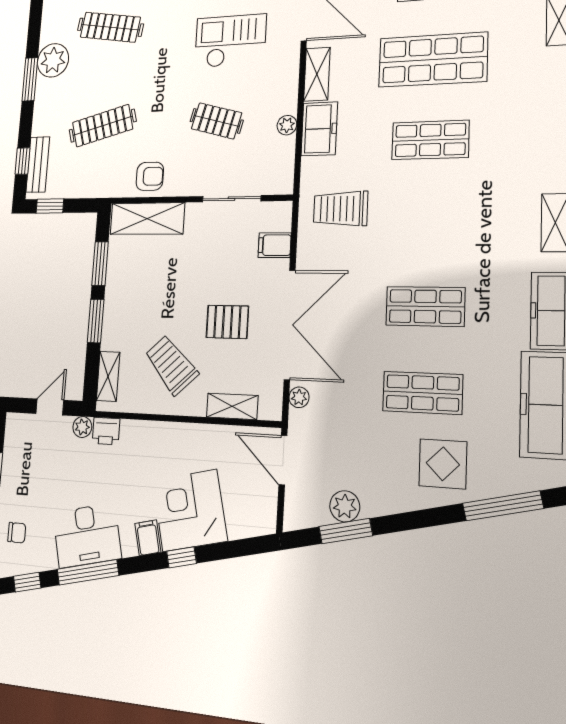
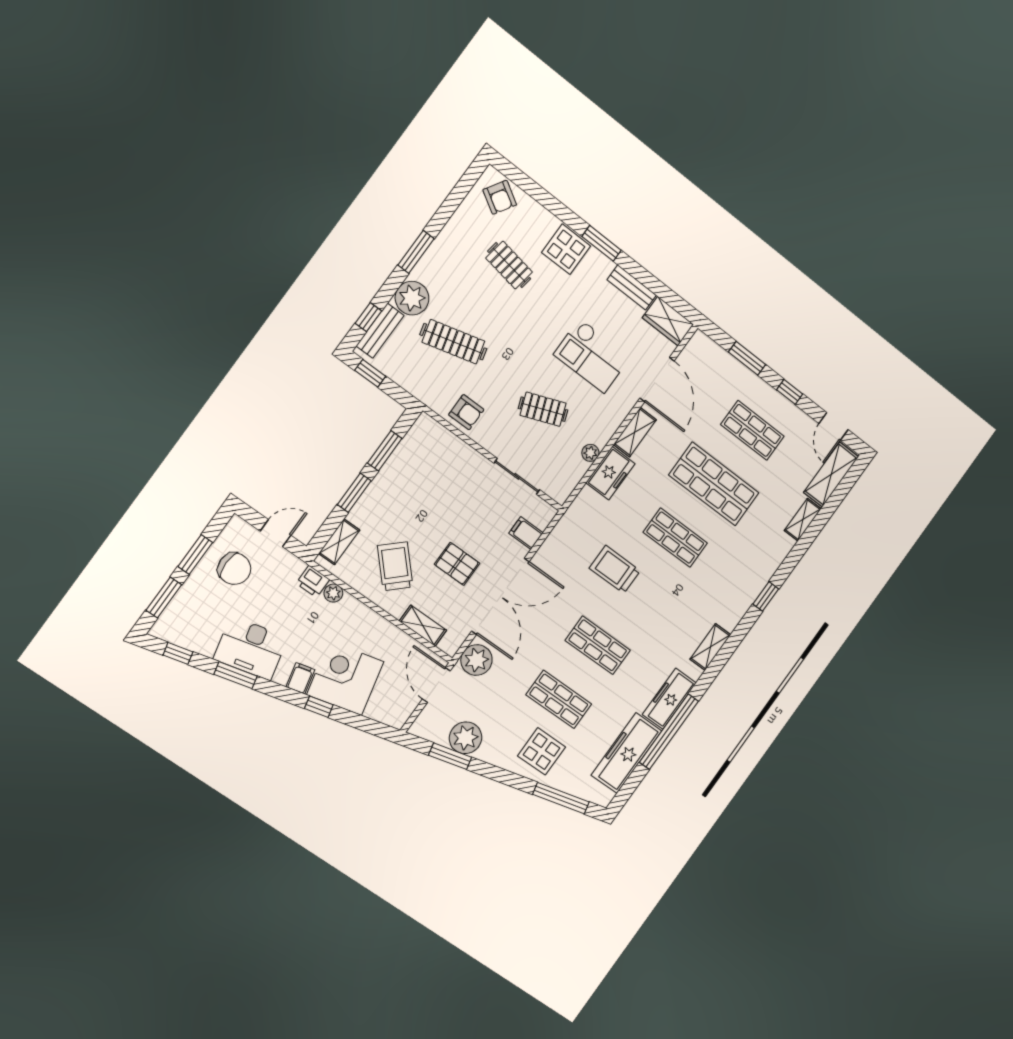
clothes rail: (110, 27) -> (509, 265), width x0.73
checkout: (230, 41) -> (592, 356), turned 180
plant: (53, 60) -> (412, 298), moved
clothes rail: (217, 121) -> (543, 409), turned -36
trolley: (341, 209) -> (615, 569), moved
shelving: (147, 219) -> (444, 444), removed
plant: (299, 397) -> (476, 660), width x1.88, depth x1.88
plant: (82, 427) -> (333, 593), moved
plant: (345, 506) -> (466, 738), width x1.36, depth x1.36
chair: (17, 533) -> (234, 569), moved, width x1.87, depth x1.87
window: (88, 572) -> (236, 675), width x0.69

